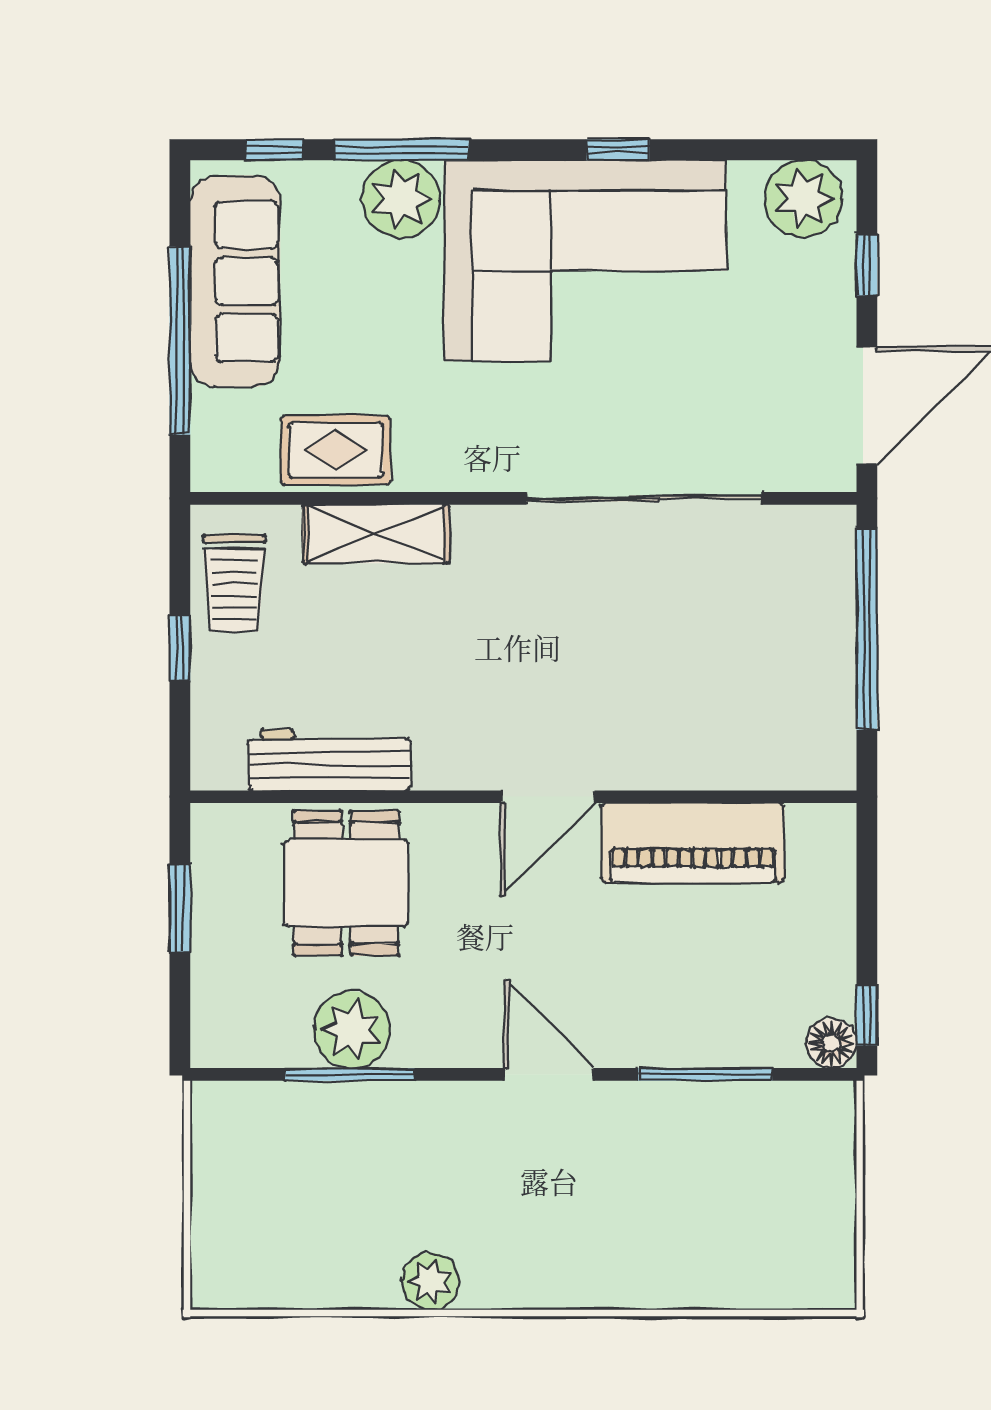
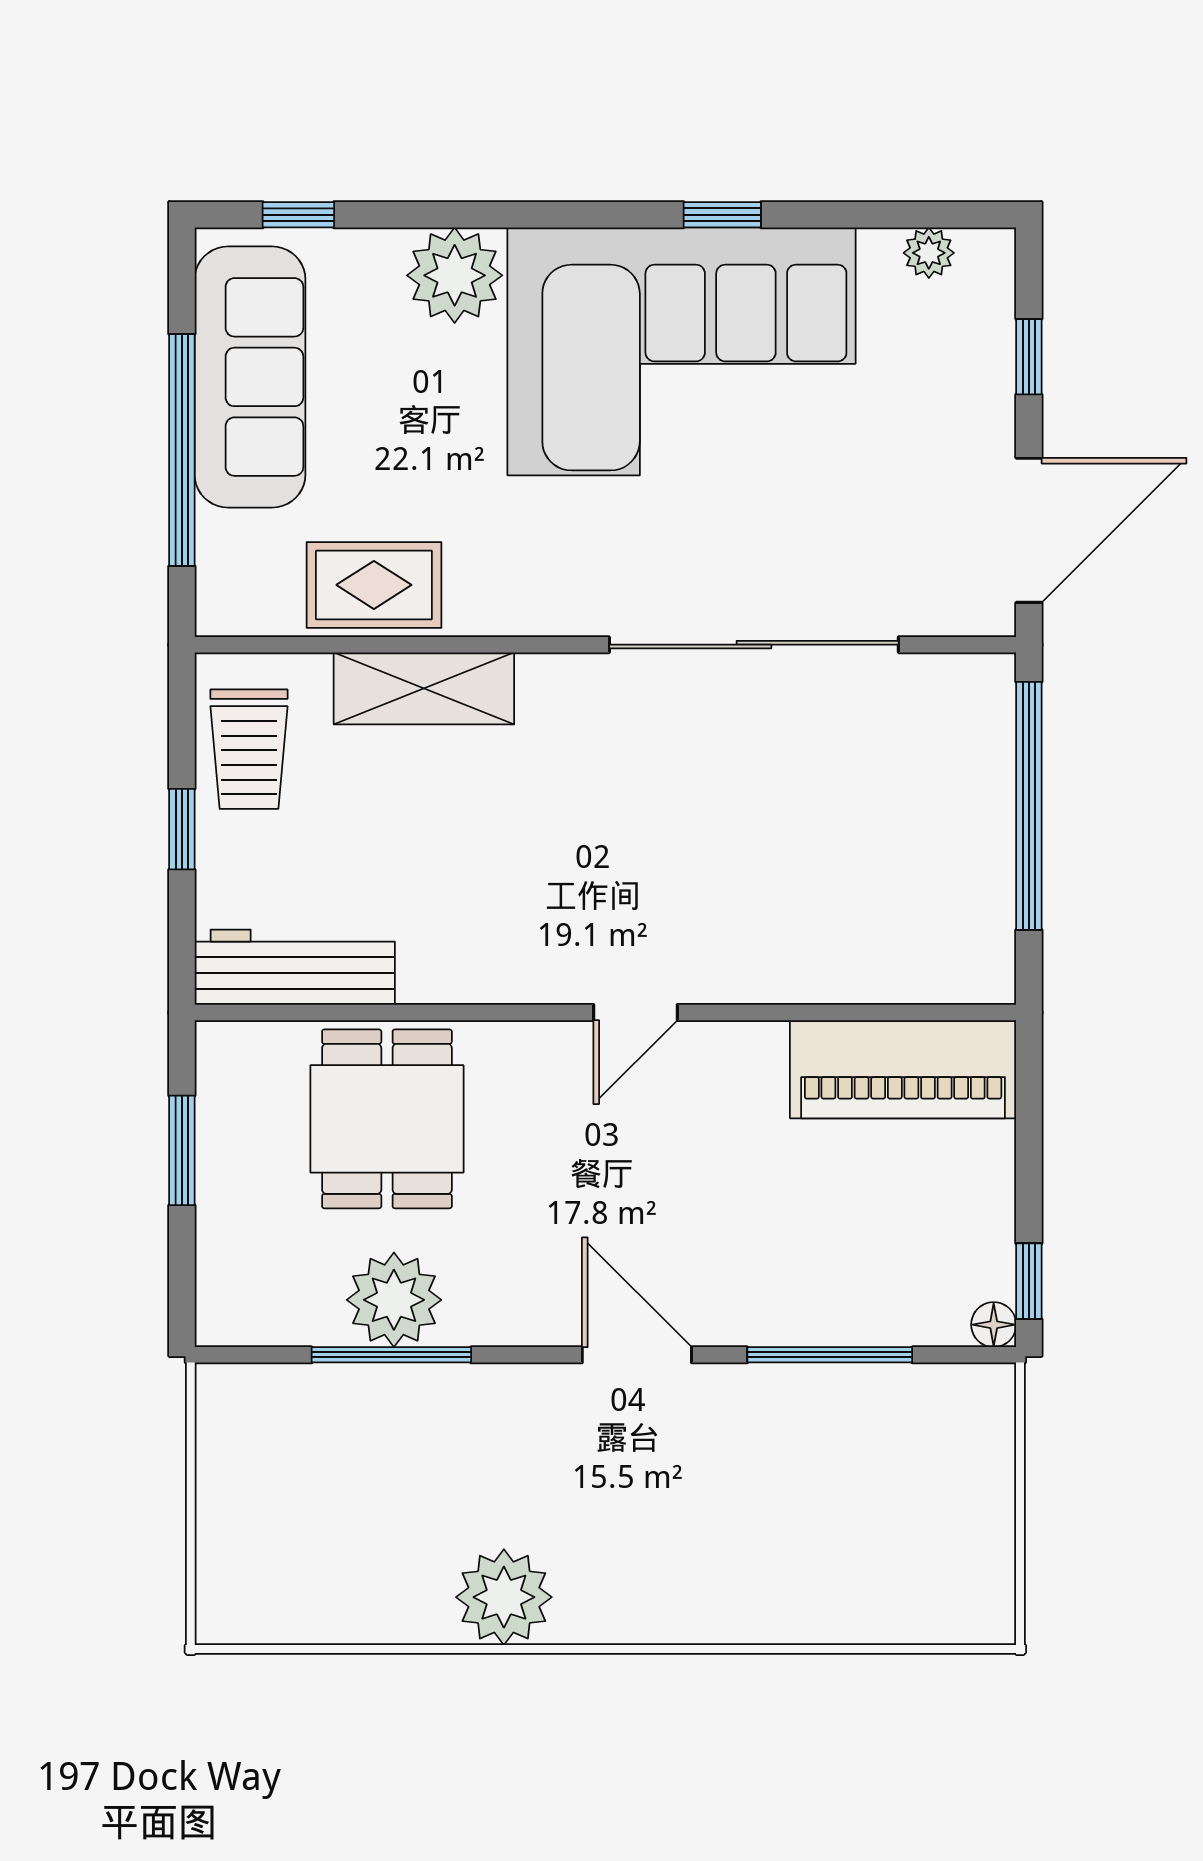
window: (402, 150) -> (455, 215), removed
plant: (804, 199) -> (929, 253), width x0.53, depth x0.53
workbench: (329, 760) -> (295, 967), moved
door: (548, 797) -> (635, 1012), width x0.73
piano: (693, 843) -> (903, 1069), moved
floor lamp: (832, 1043) -> (994, 1325), width x0.73, depth x0.73
plant: (431, 1281) -> (504, 1597), width x1.36, depth x1.36

